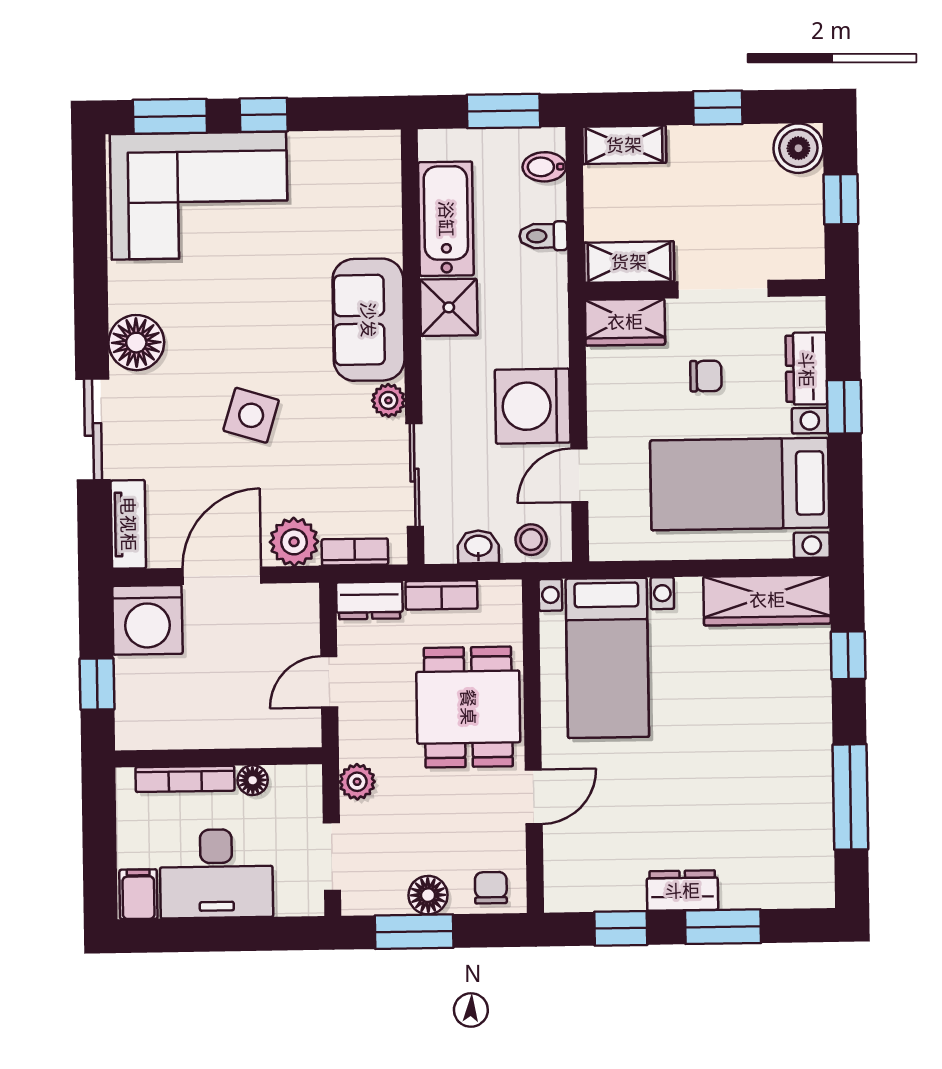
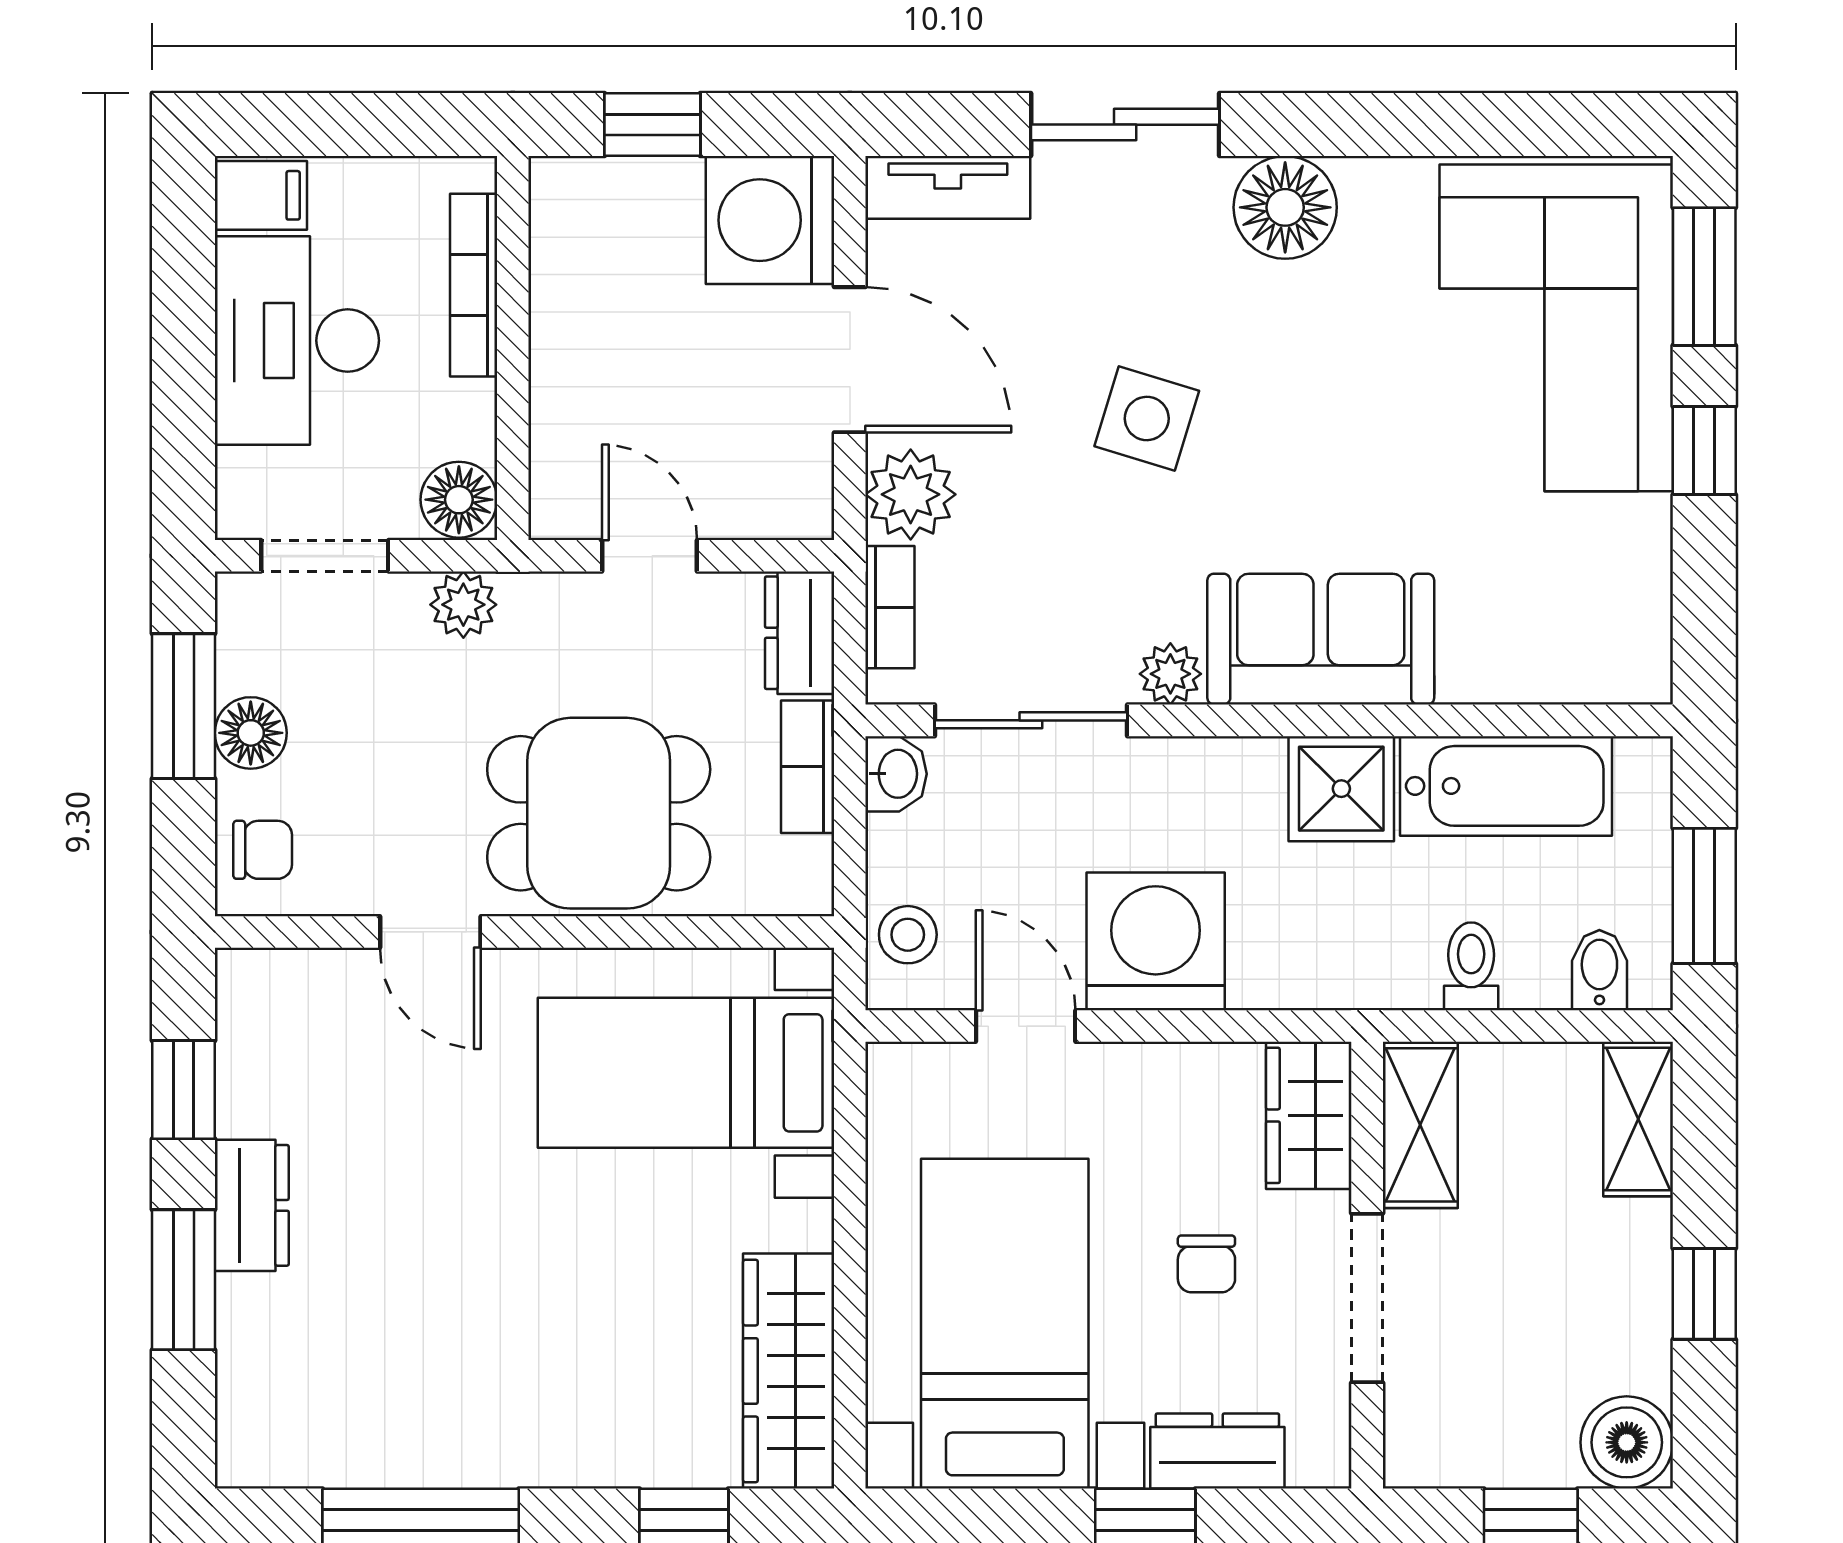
washbasin: (478, 547) -> (896, 774), moved
floor lamp: (253, 780) -> (459, 500), moved, width x1.37, depth x1.37

